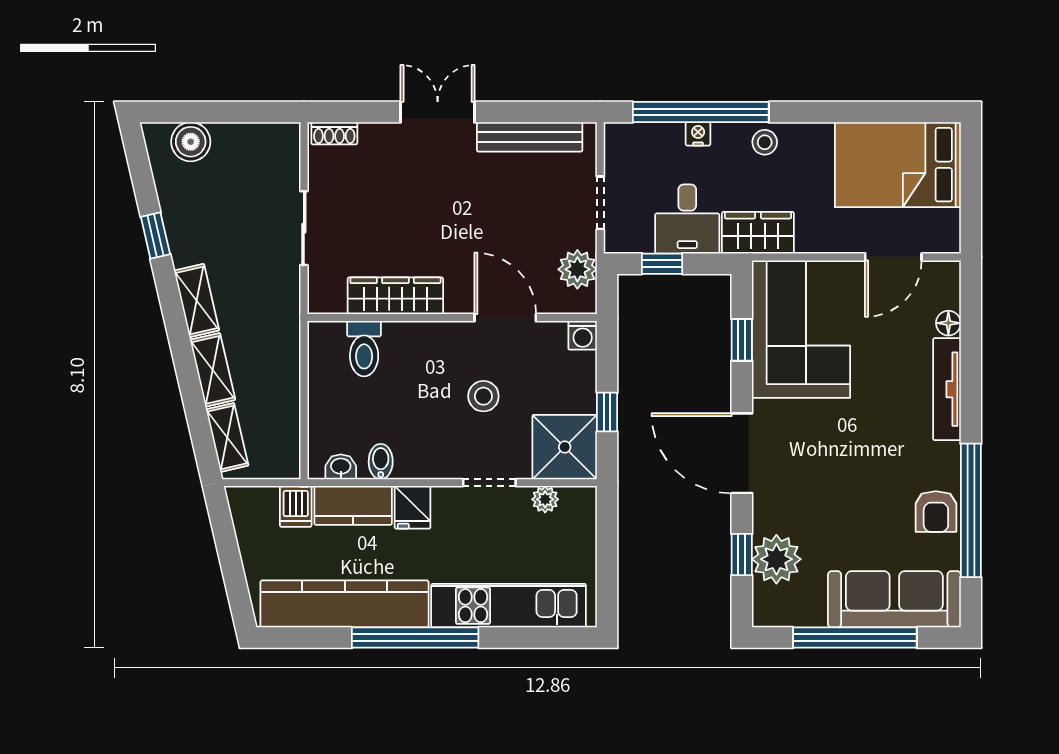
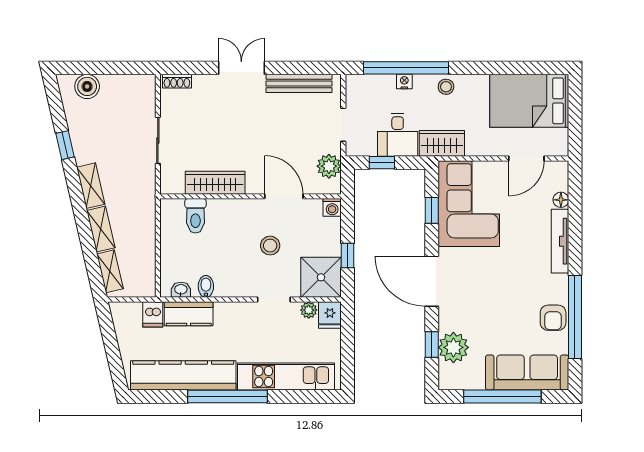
fridge: (413, 507) -> (330, 315), moved

